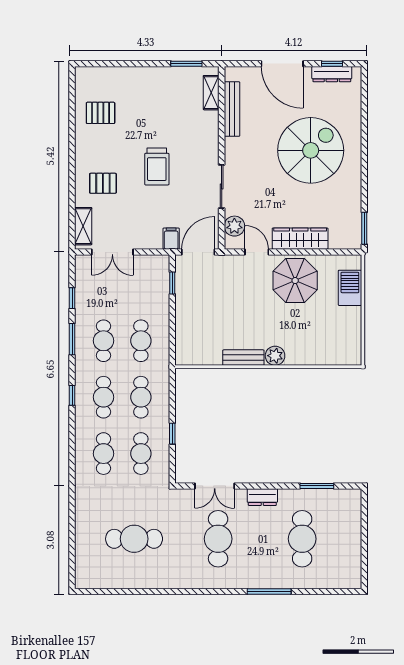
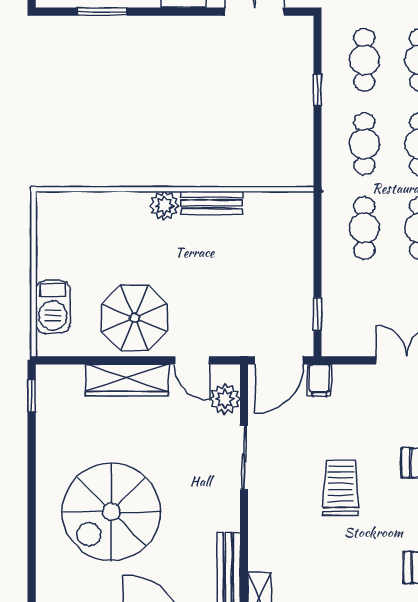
window: (364, 228) -> (32, 396), width x0.67

